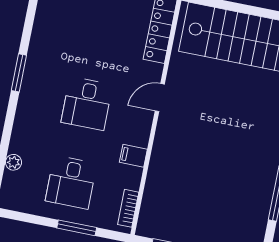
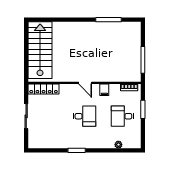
door: (160, 98) -> (85, 83), moved
desk: (71, 182) -> (122, 116), turned 180

